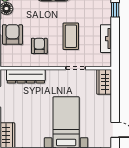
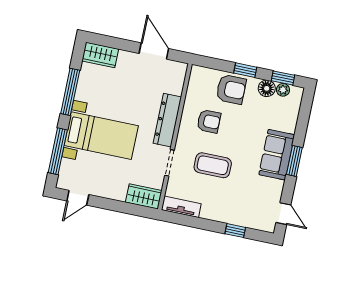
tv unit: (106, 39) -> (181, 207), moved
dresser: (26, 76) -> (167, 120), moved

